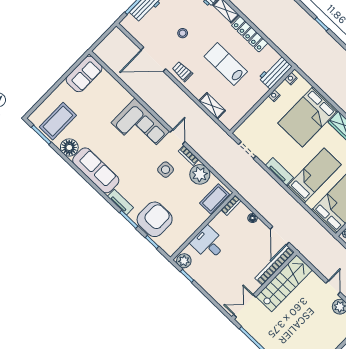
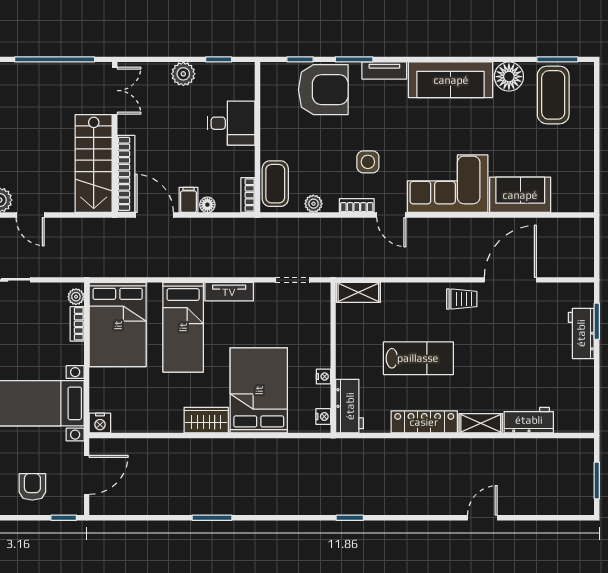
stool: (183, 33) -> (506, 345), removed
sofa: (84, 74) -> (520, 195), moved, turned 90
shelving: (212, 106) -> (358, 292), moved
plant: (200, 174) -> (313, 204), width x0.53, depth x0.53
armchair: (155, 219) -> (323, 90), turned -90
filing cabinet: (259, 228) -> (188, 200), added
plant: (184, 261) -> (183, 74), moved

